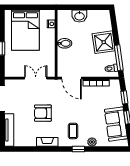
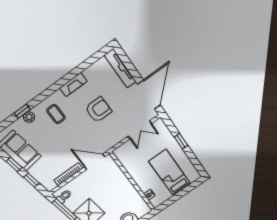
bed: (25, 30) -> (170, 173), width x0.67
bidet: (65, 43) -> (124, 187), removed
double door: (36, 78) -> (140, 130), moved
window: (78, 149) -> (22, 111), moved

